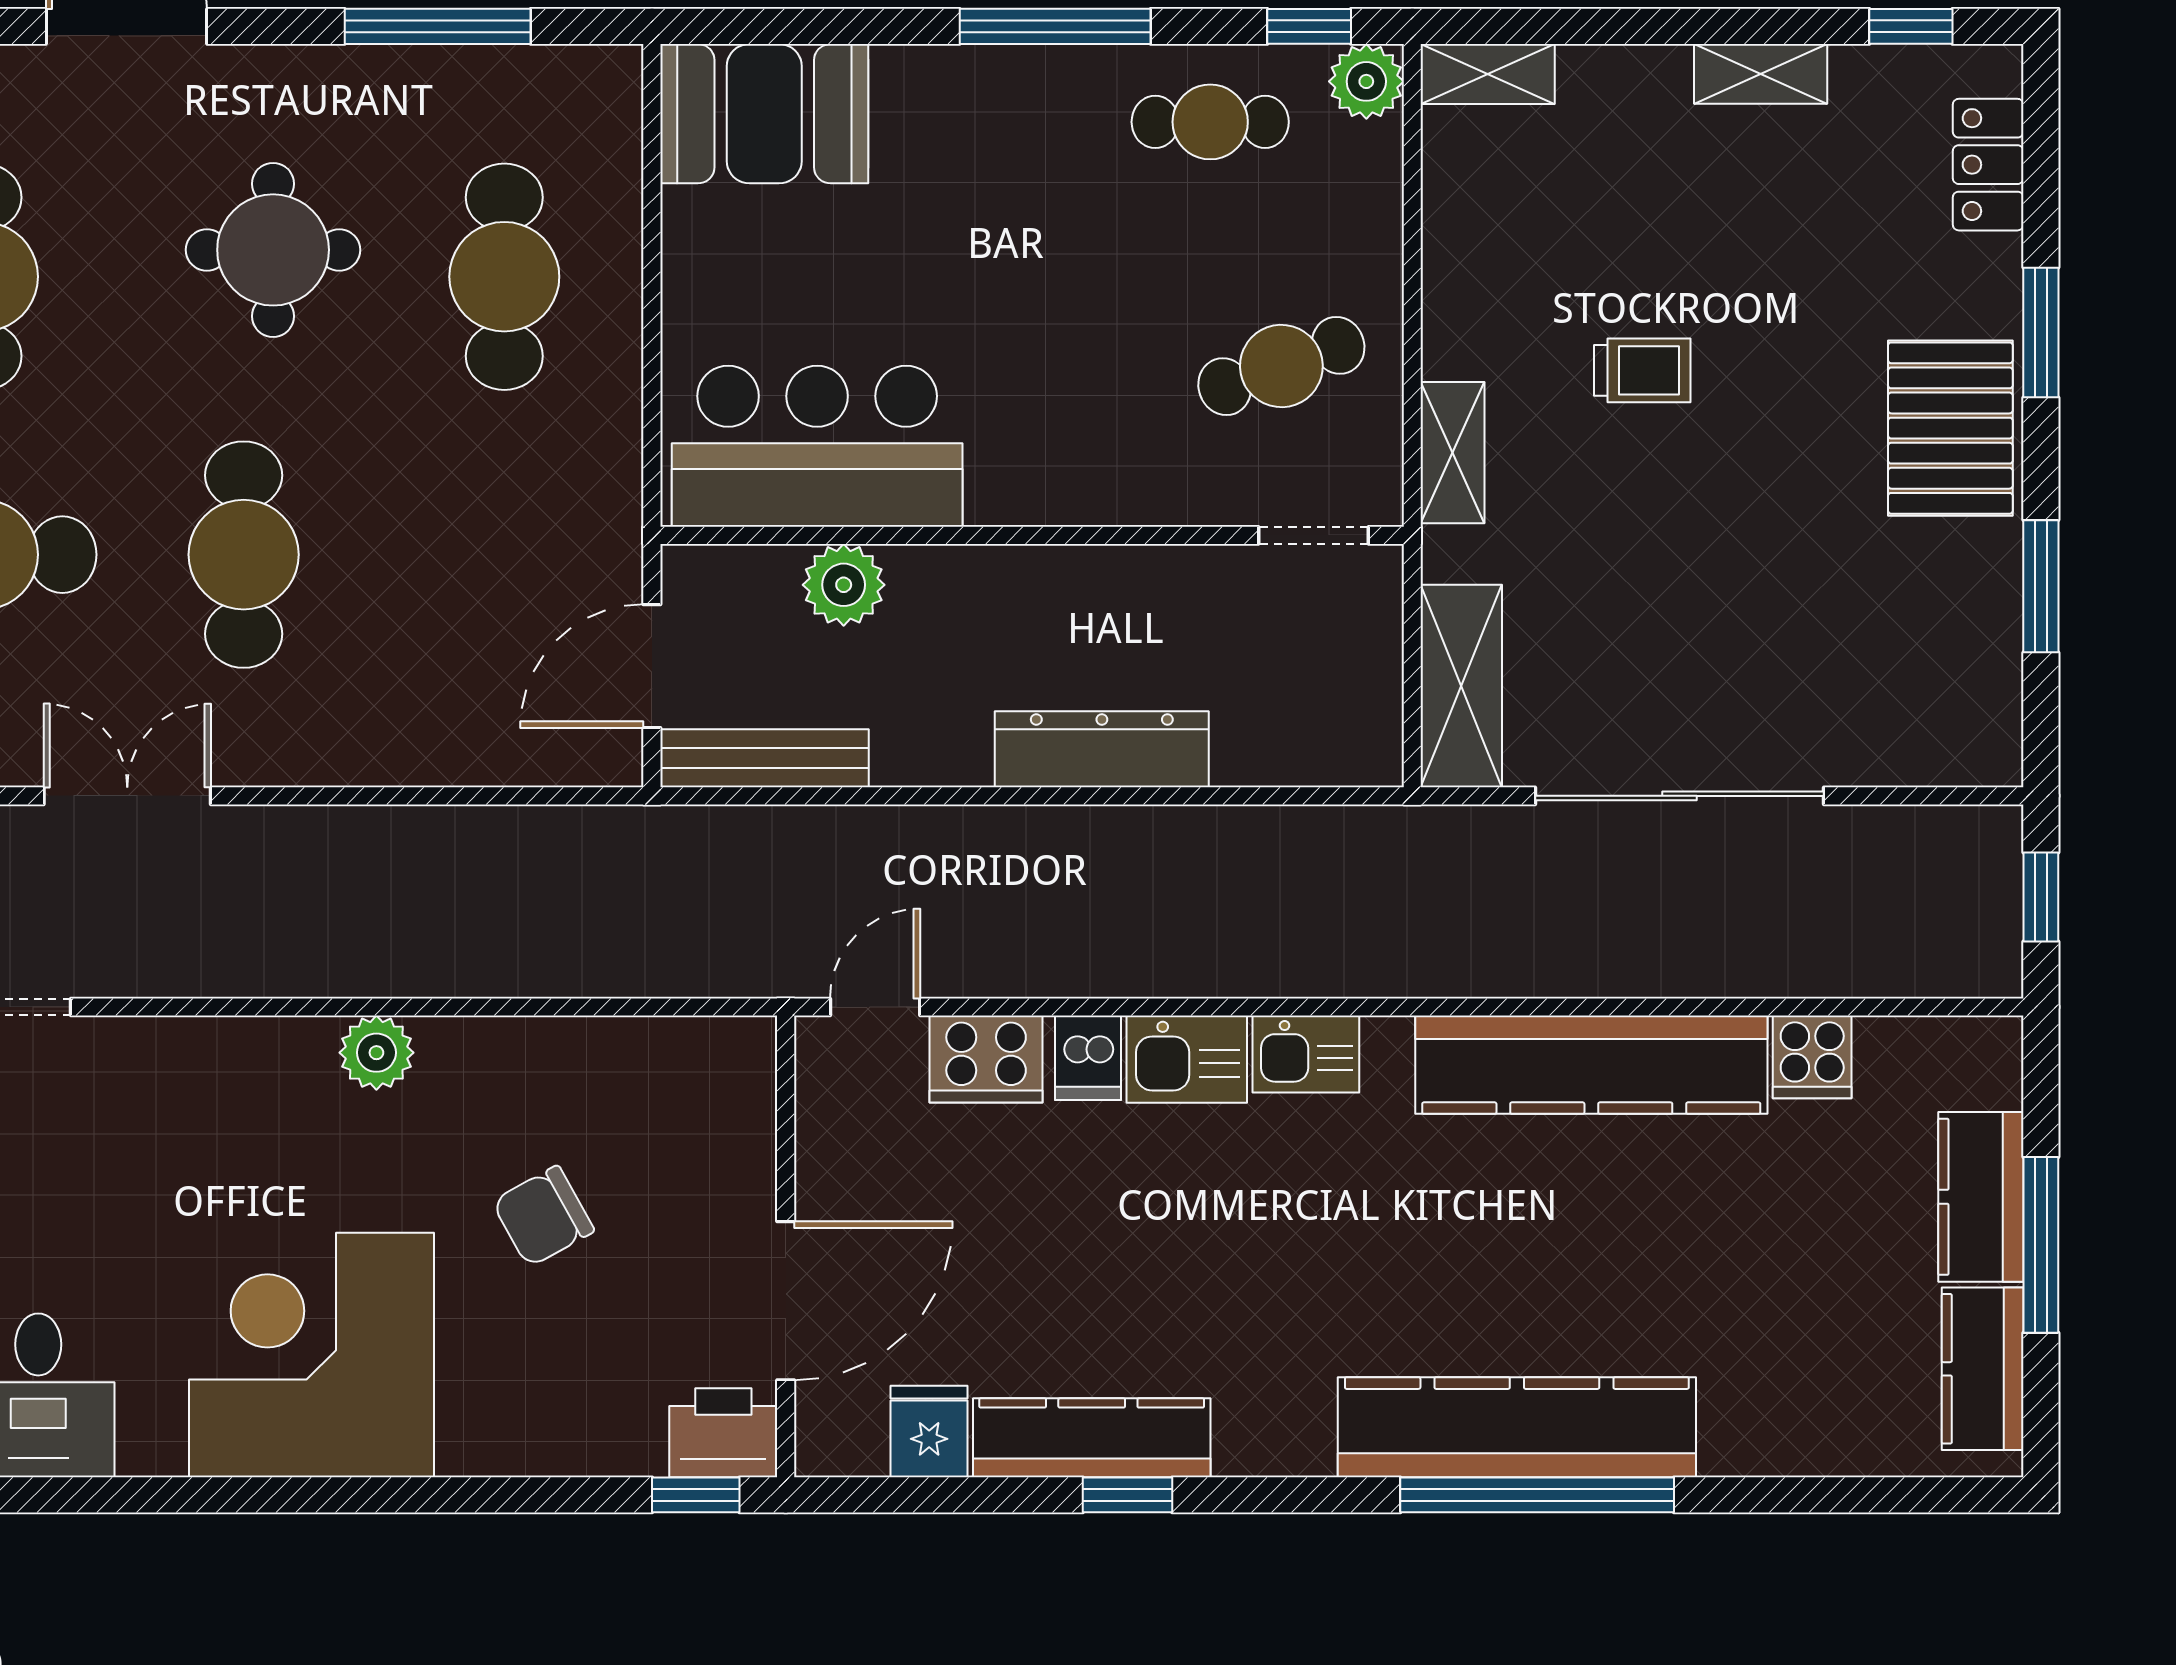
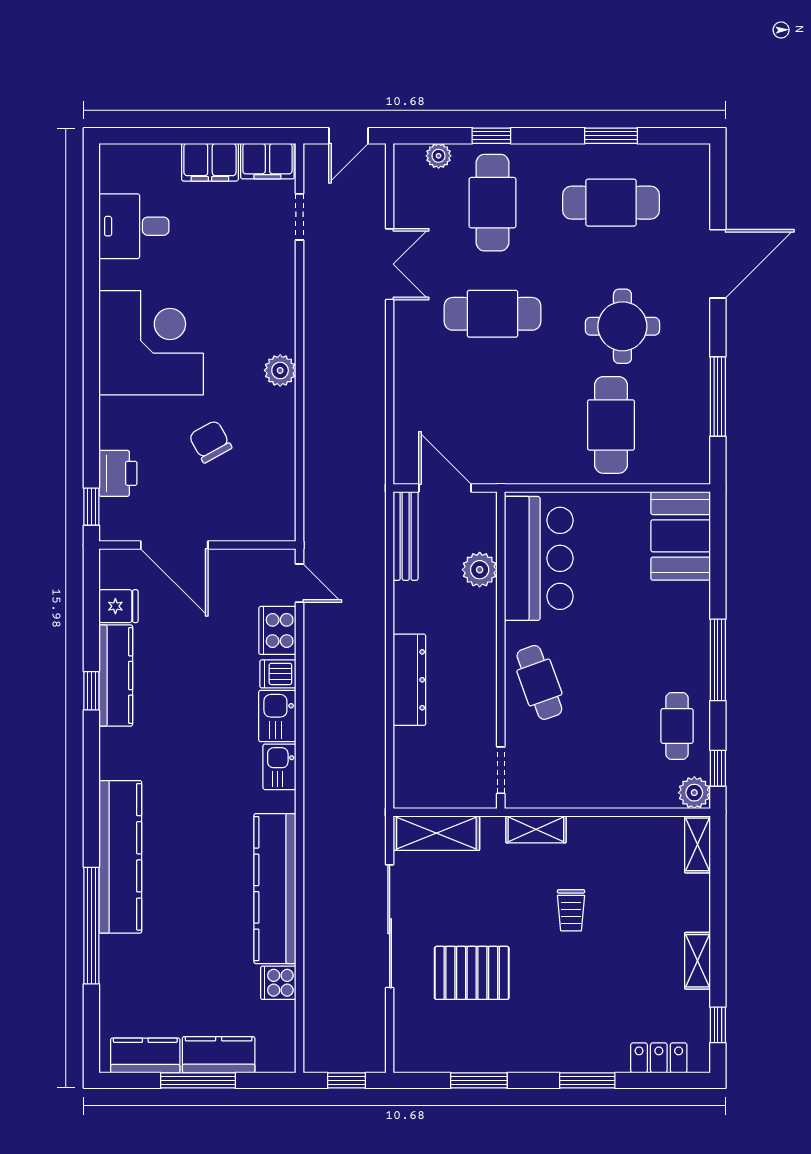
cafe table: (504, 277) -> (611, 425), turned 90
cafe table: (1281, 366) -> (539, 682), moved
pallet: (1950, 428) -> (472, 973), moved
printer: (723, 1433) -> (118, 473), moved
window: (1537, 1495) -> (91, 926), moved

